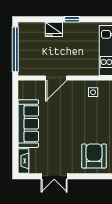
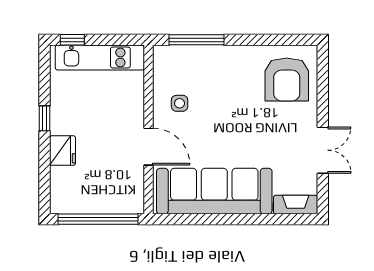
side table: (93, 92) -> (180, 103), moved
sofa: (28, 124) -> (214, 191), width x1.36, depth x1.27
armchair: (94, 156) -> (287, 79), turned -90

